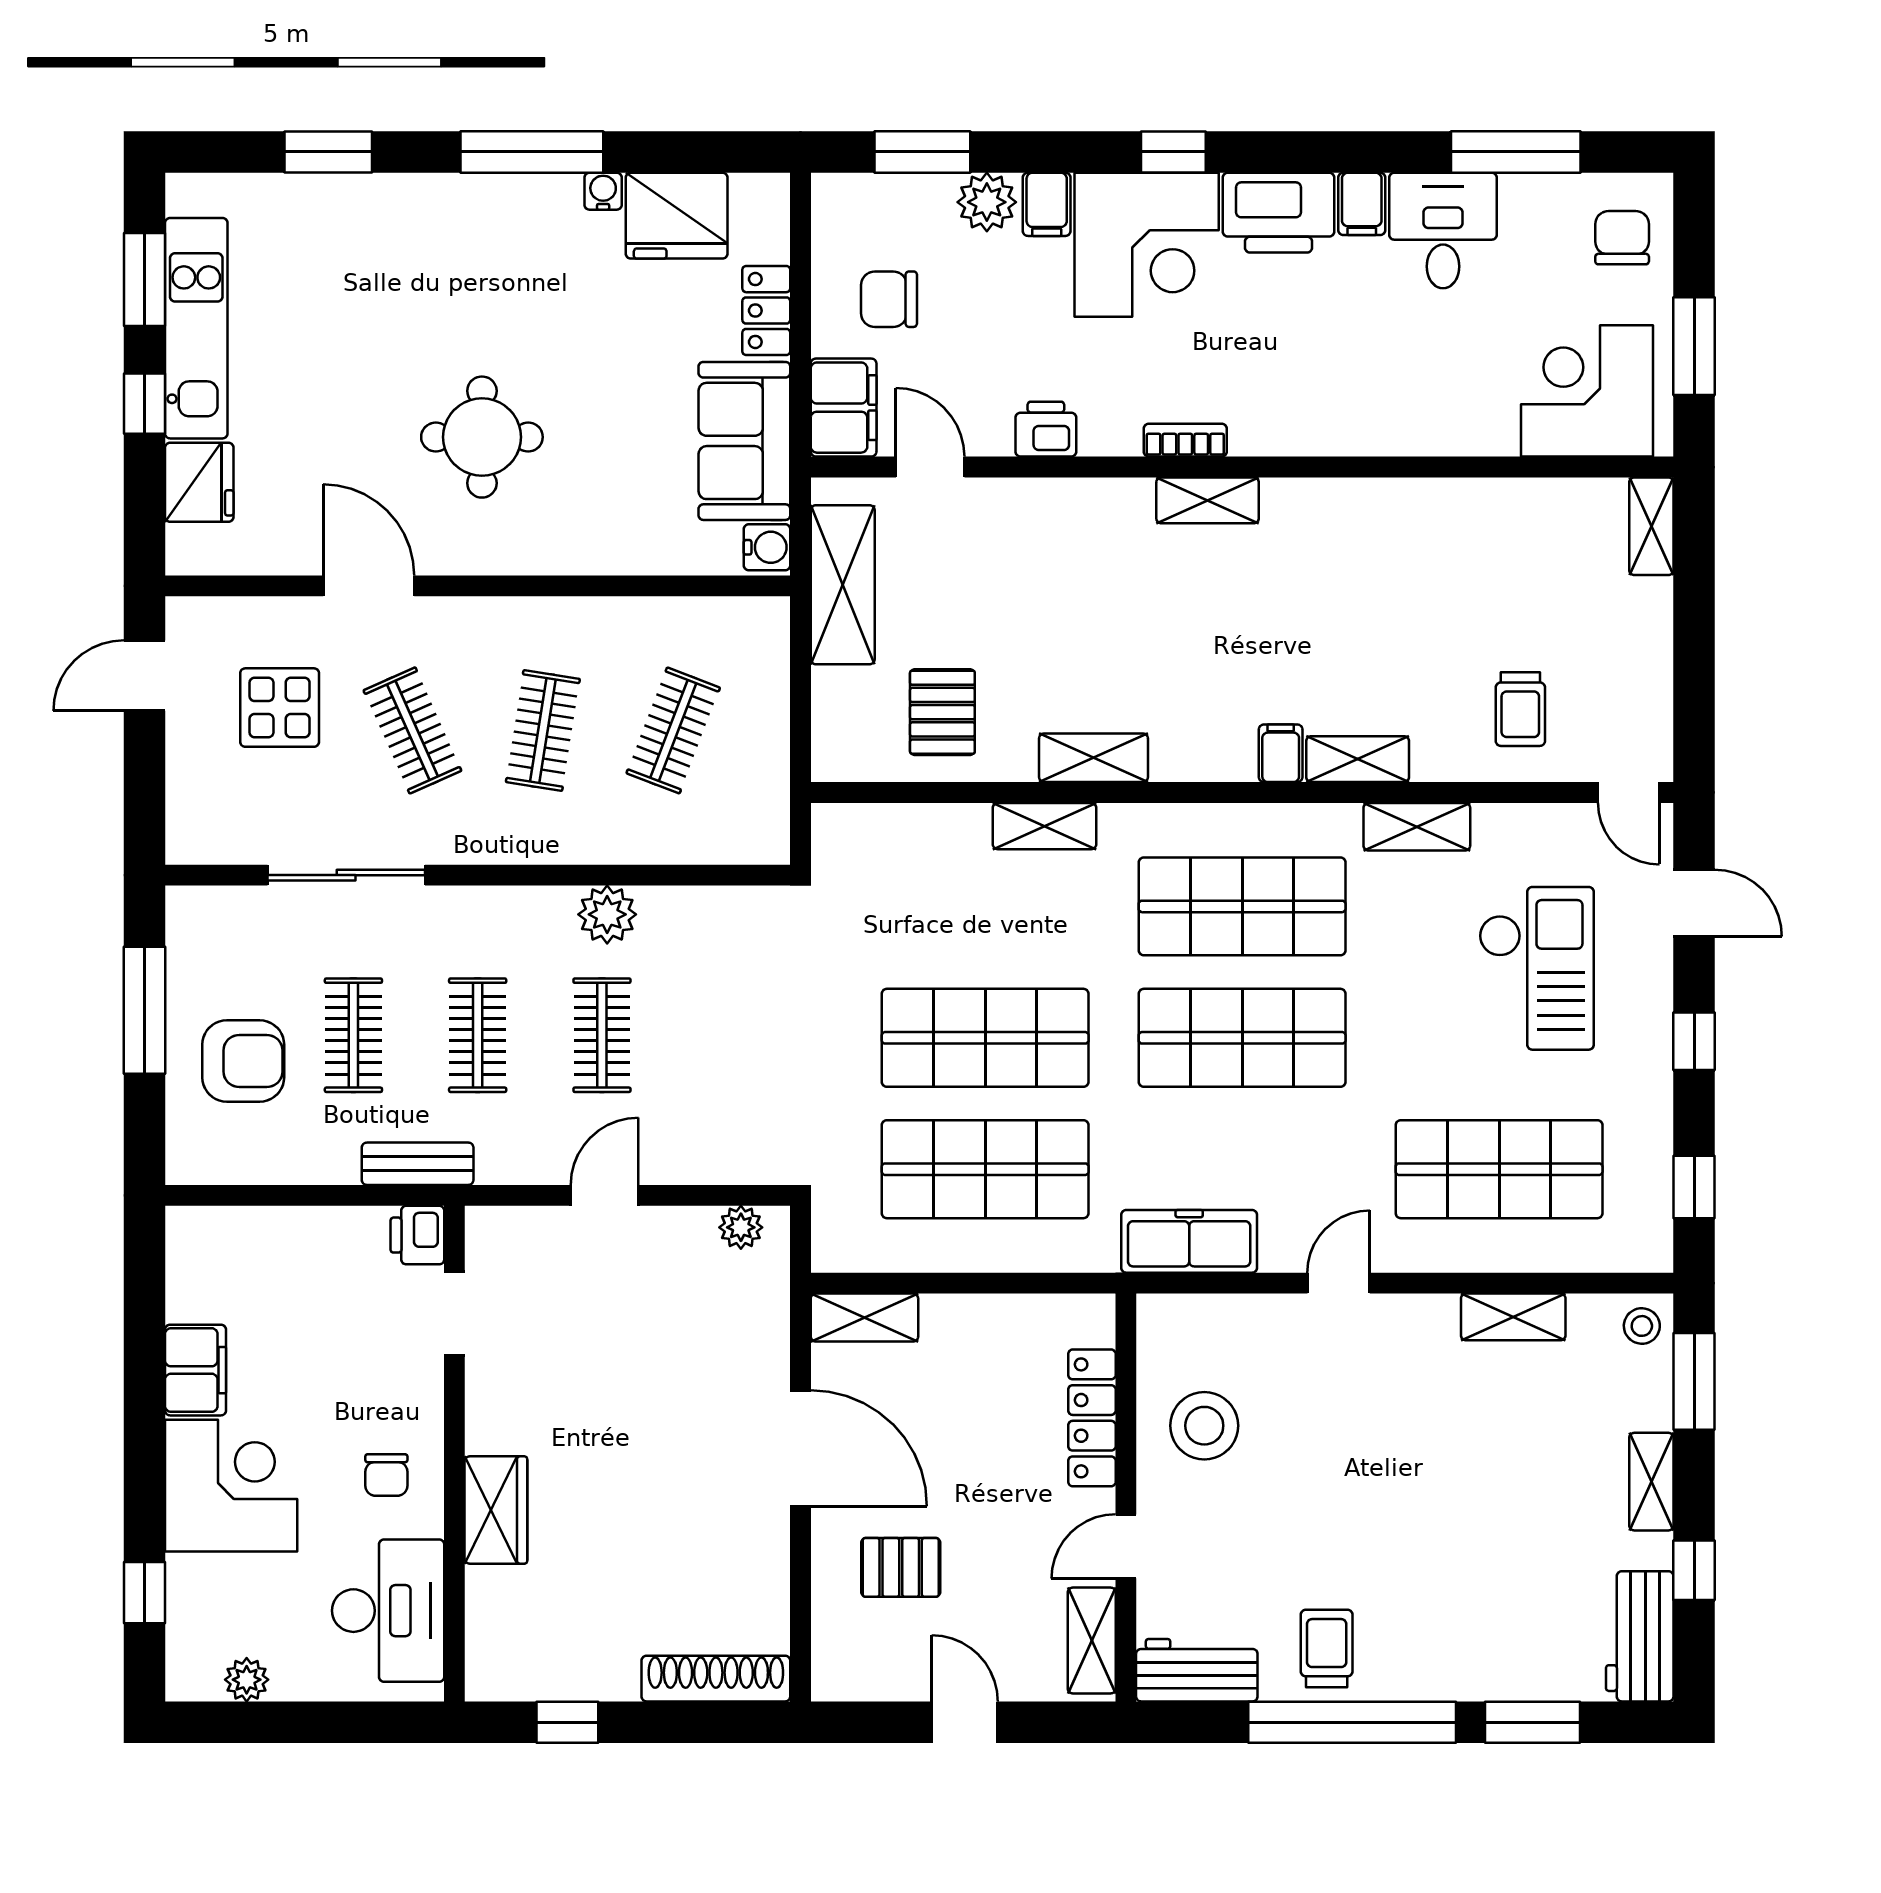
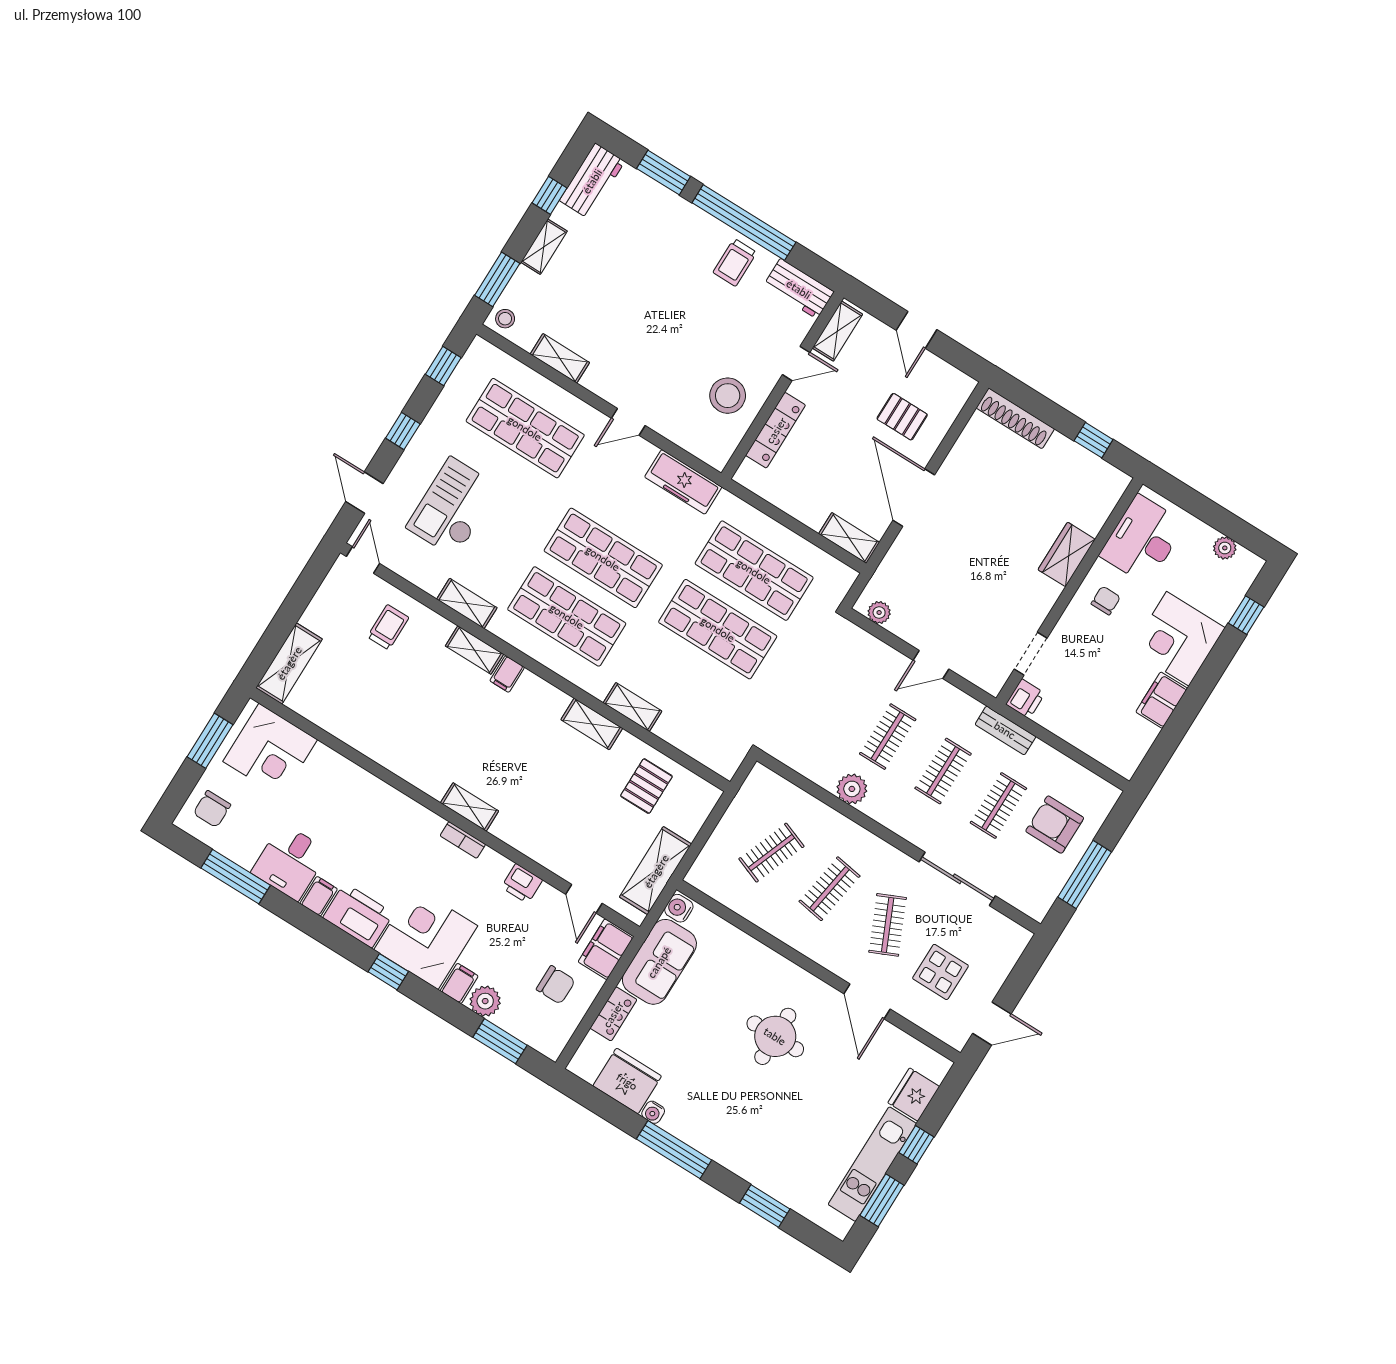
shelving: (1651, 526) -> (289, 663), width x1.50, depth x1.33

